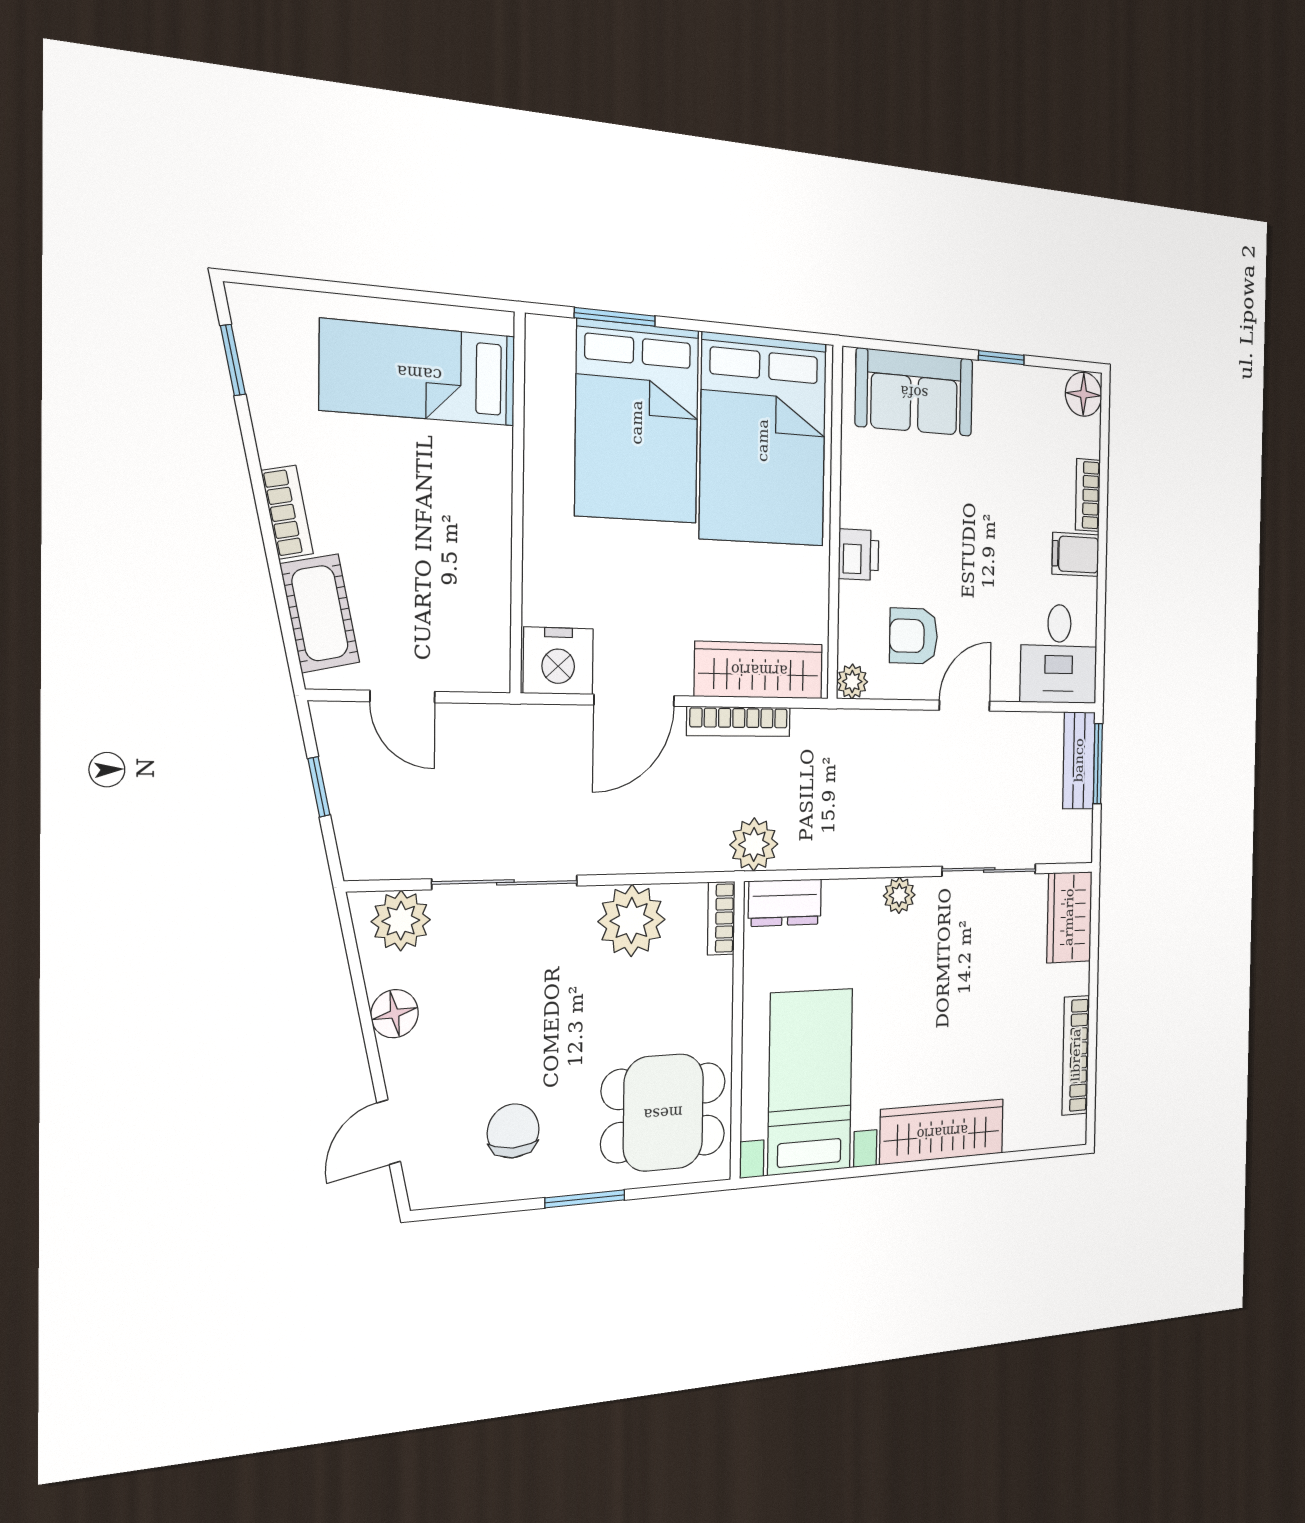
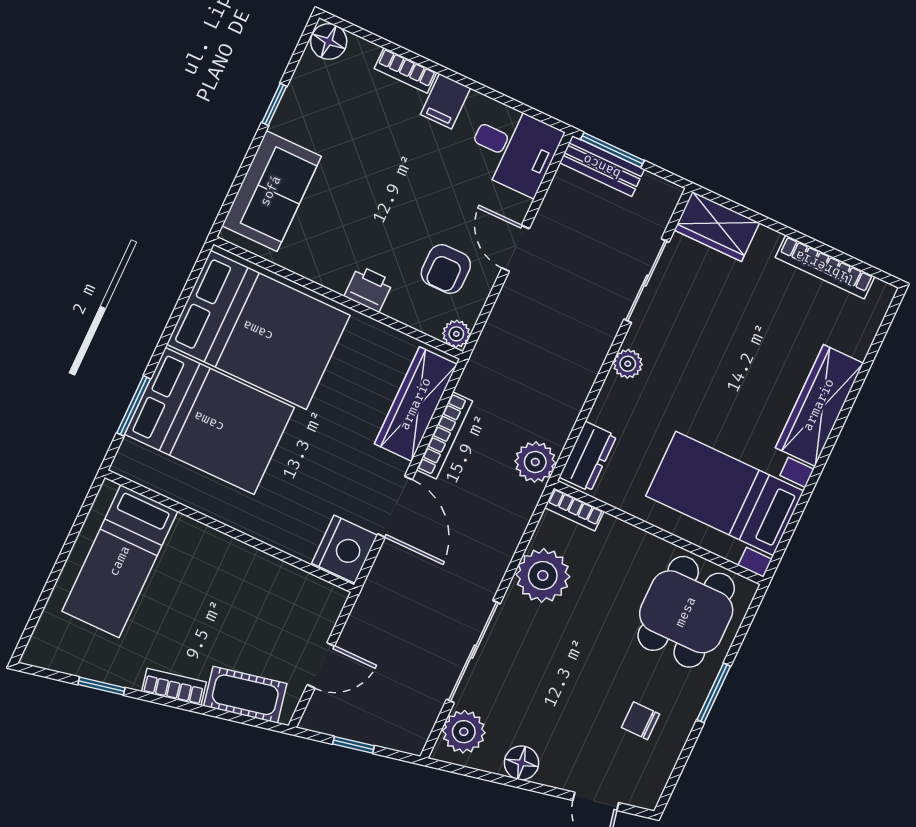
window: (233, 360) -> (101, 686), moved
chair: (513, 1131) -> (640, 721), width x0.73, depth x0.73

